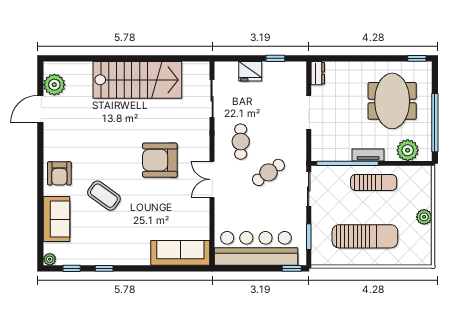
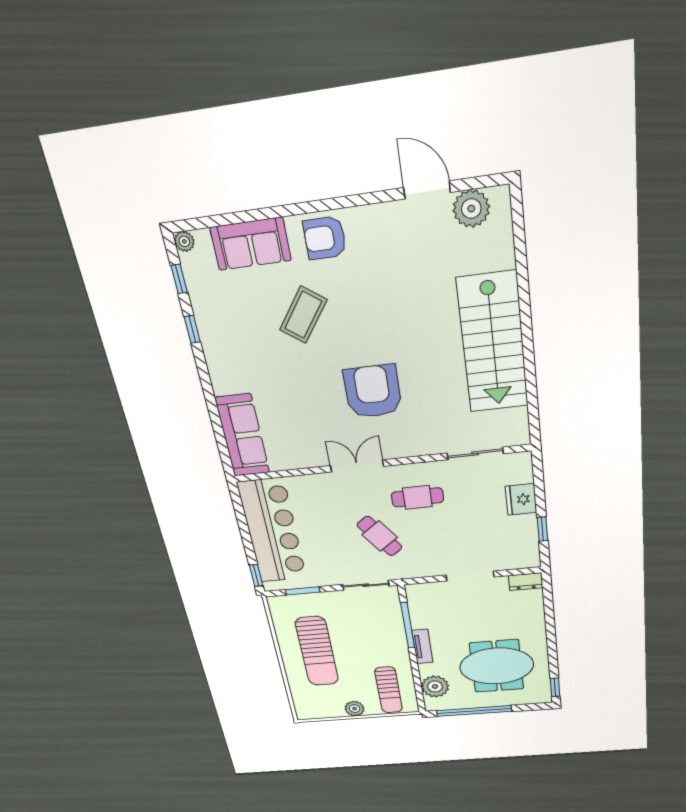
window: (348, 163) -> (408, 625), width x0.68
sun lounger: (374, 183) -> (389, 690), moved

